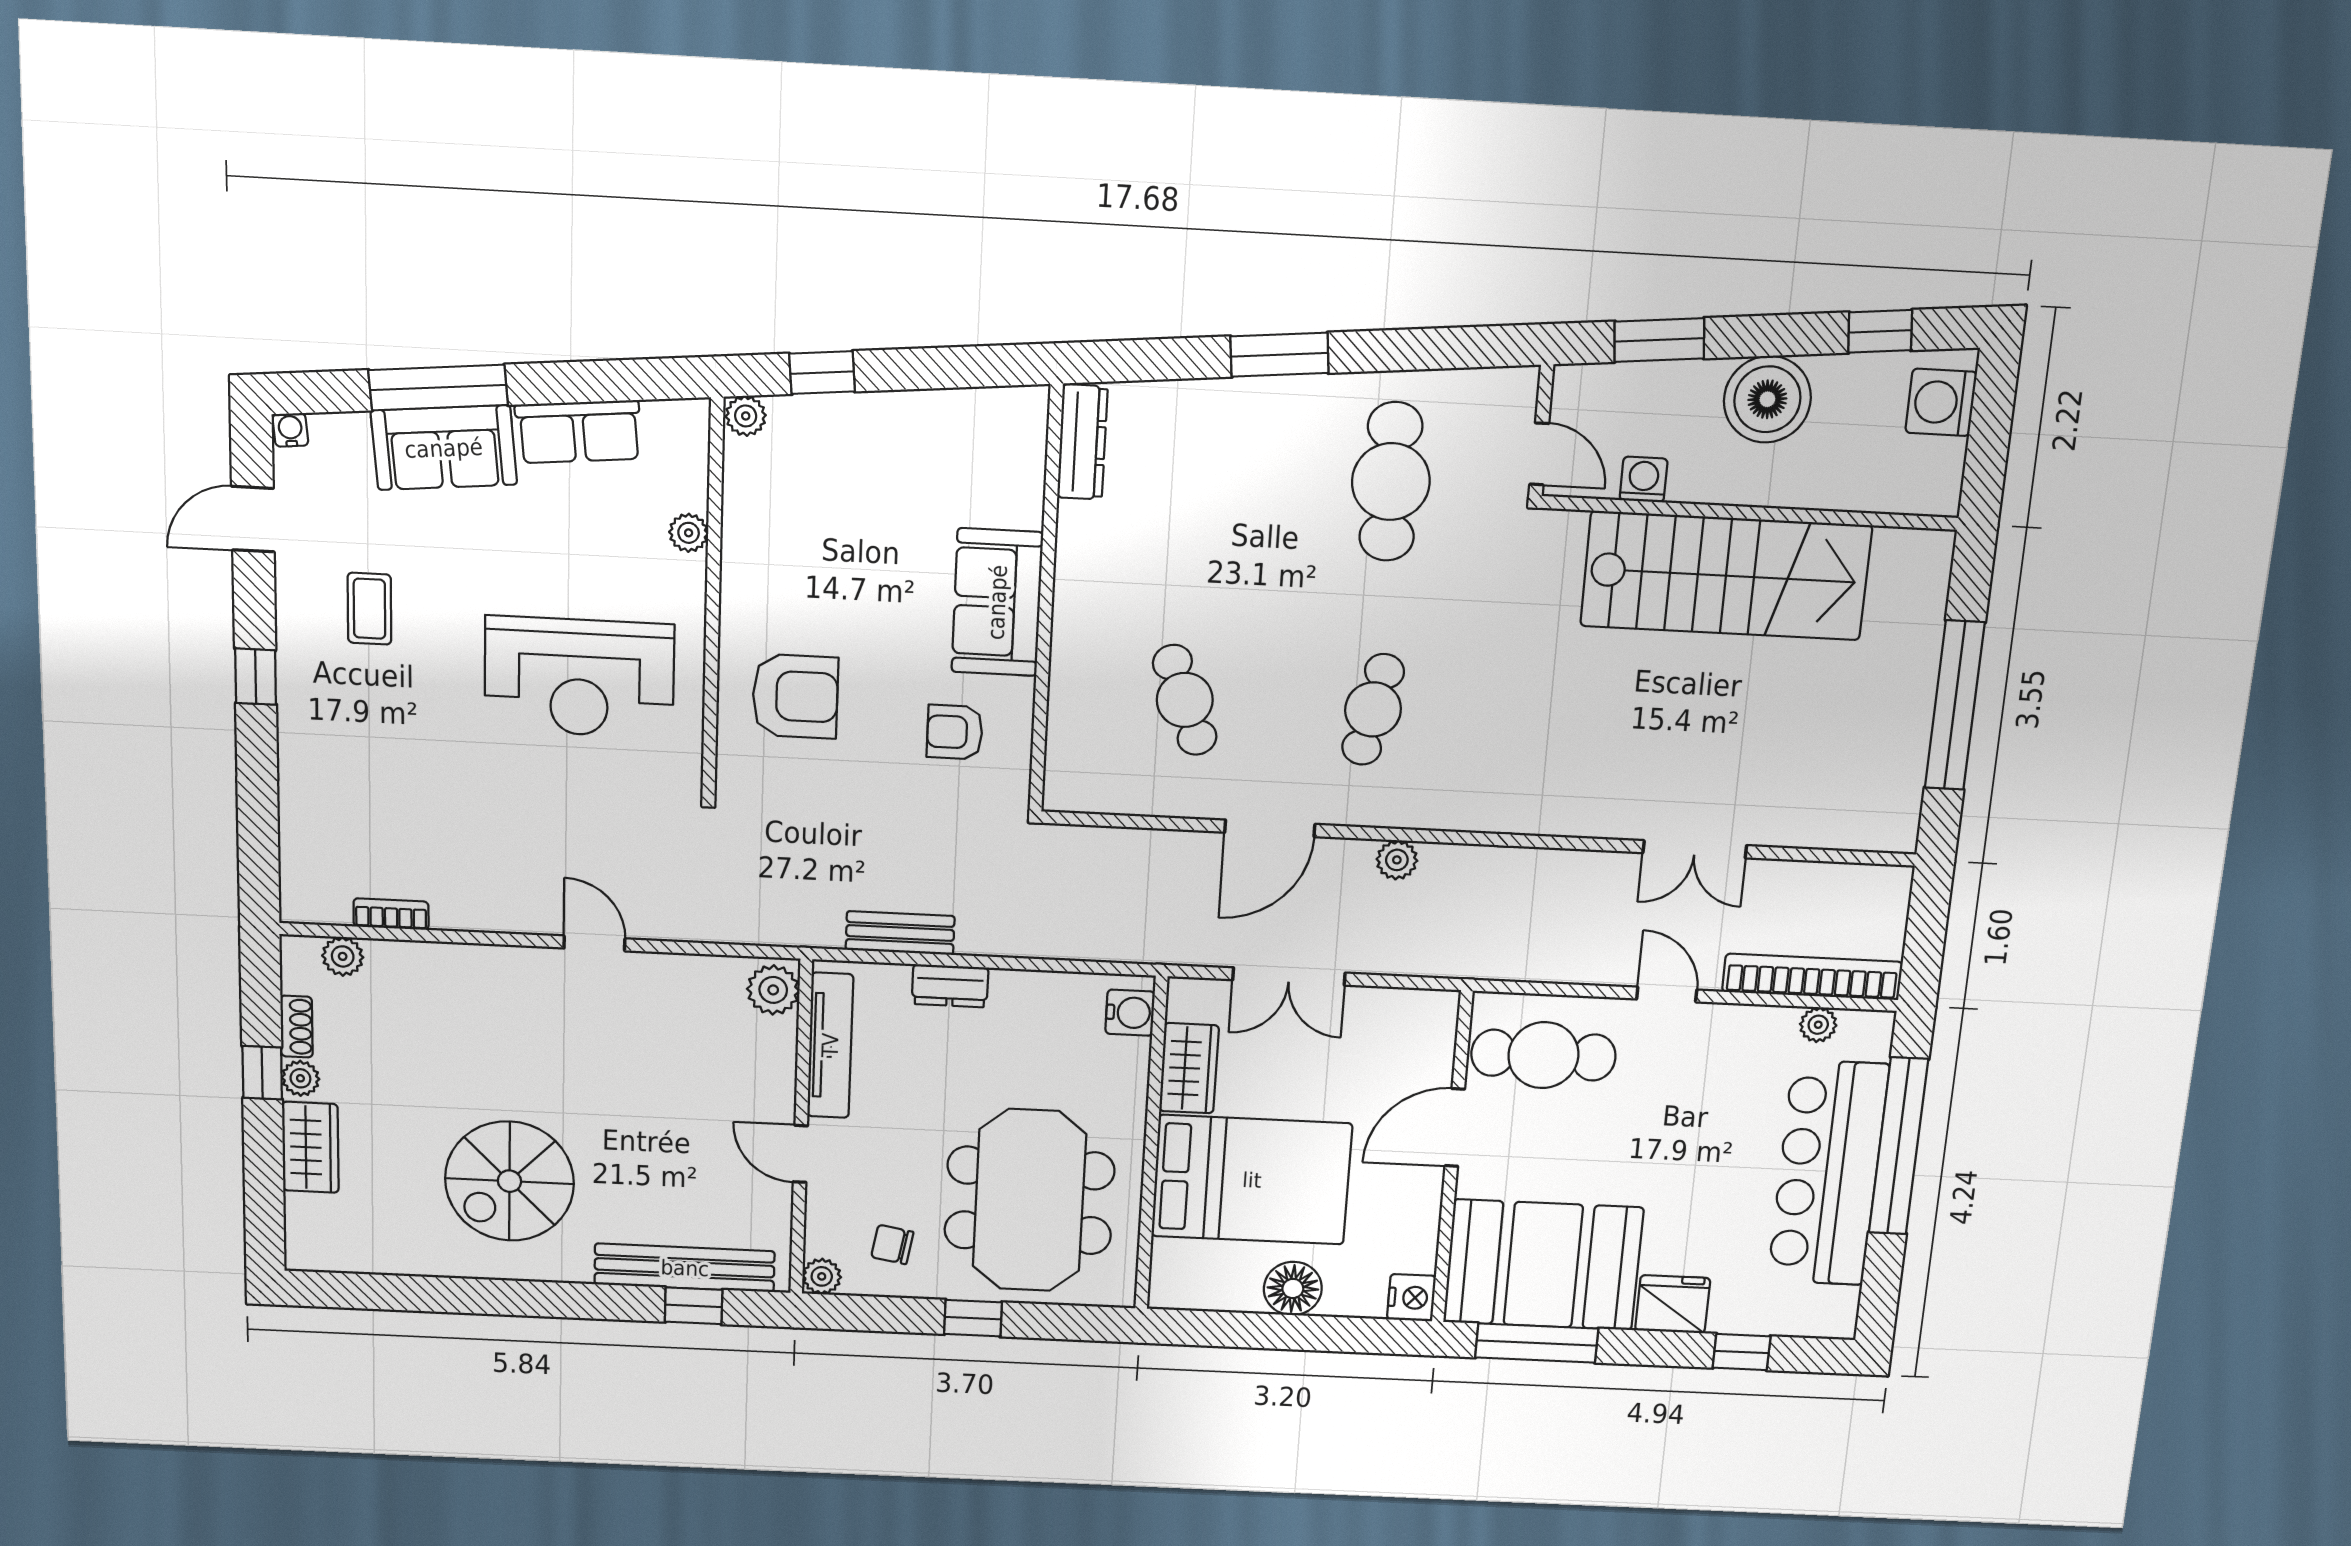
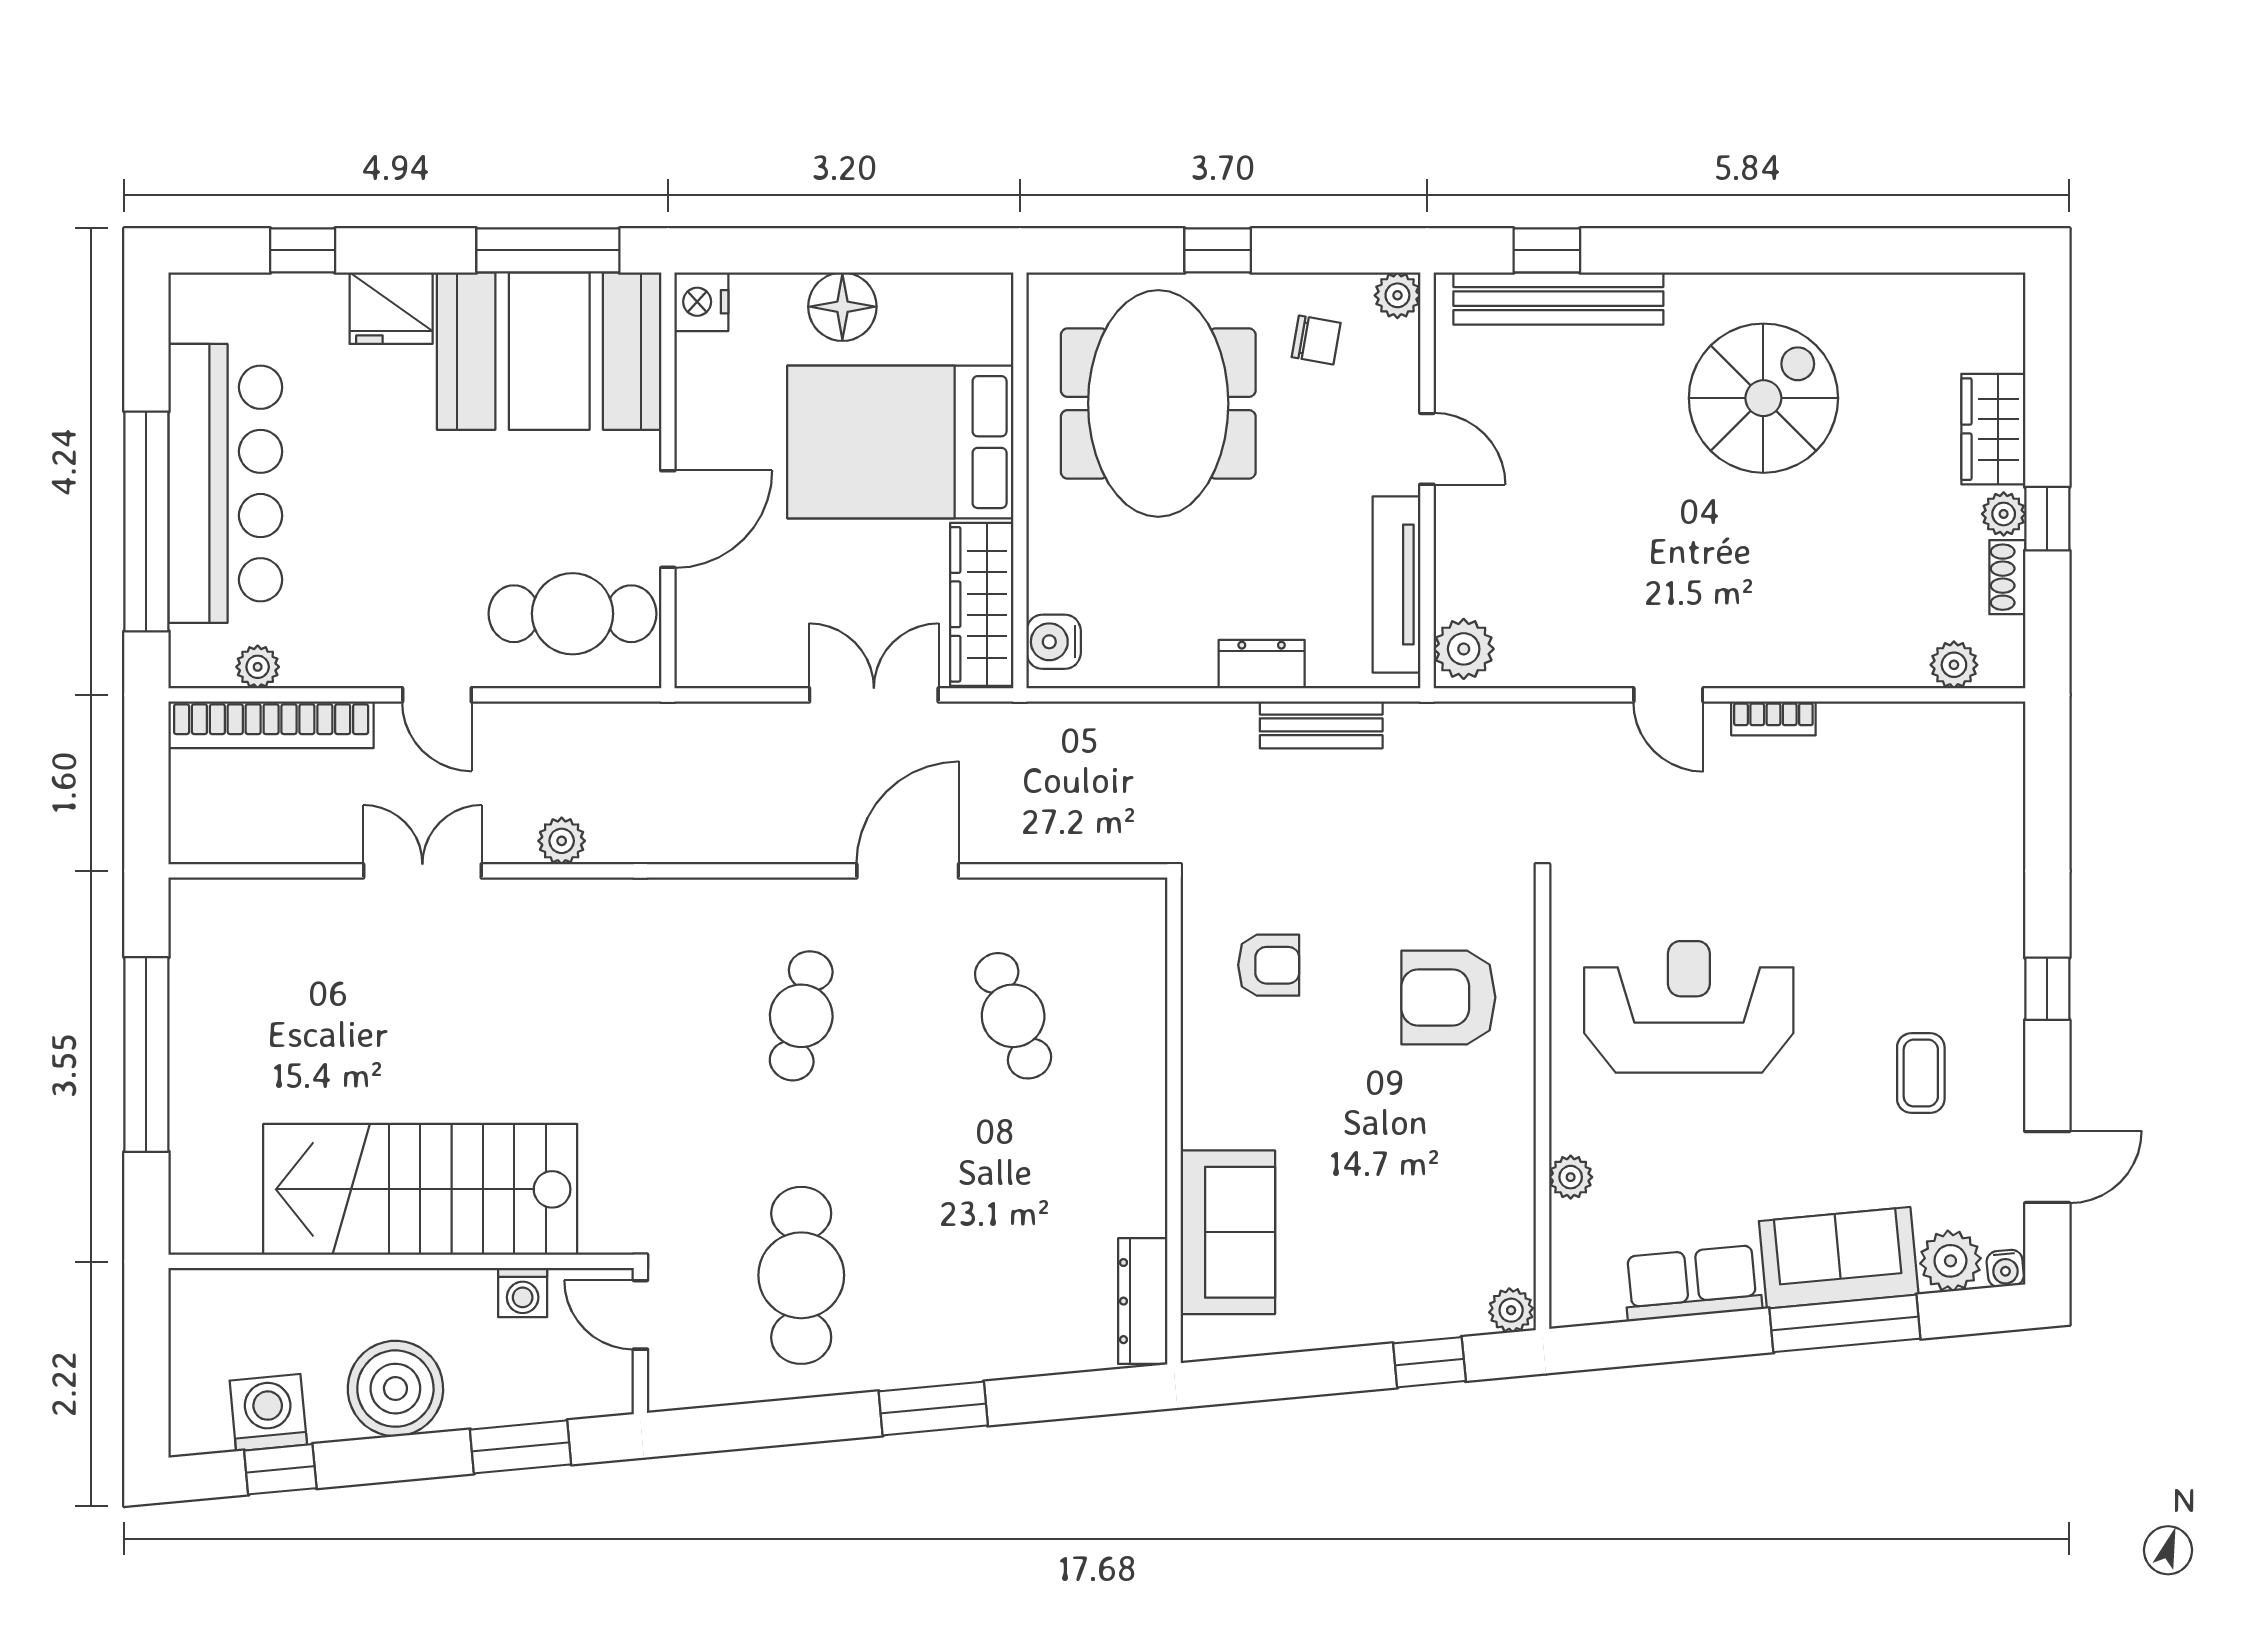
washing machine: (1941, 402) -> (268, 1413), moved, turned -95
plant: (341, 439) -> (1950, 1261), added
sofa: (997, 602) -> (1228, 1232), moved
plant: (1397, 860) -> (562, 841), moved
bookcase: (391, 914) -> (1773, 718), moved
wardrobe: (1189, 1068) -> (982, 604), width x1.50

